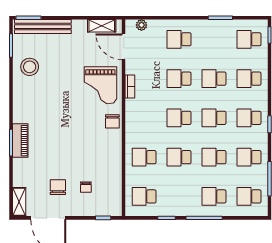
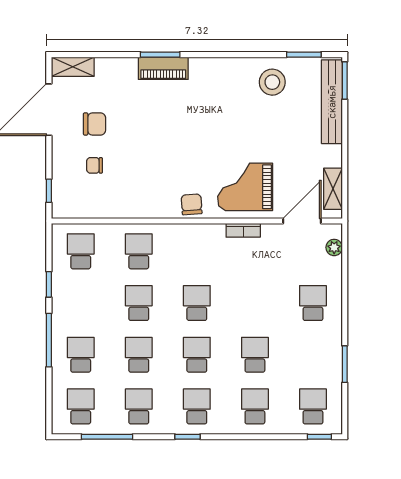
school desk: (179, 79) -> (255, 303), removed
chair: (112, 121) -> (192, 204), turned 86

